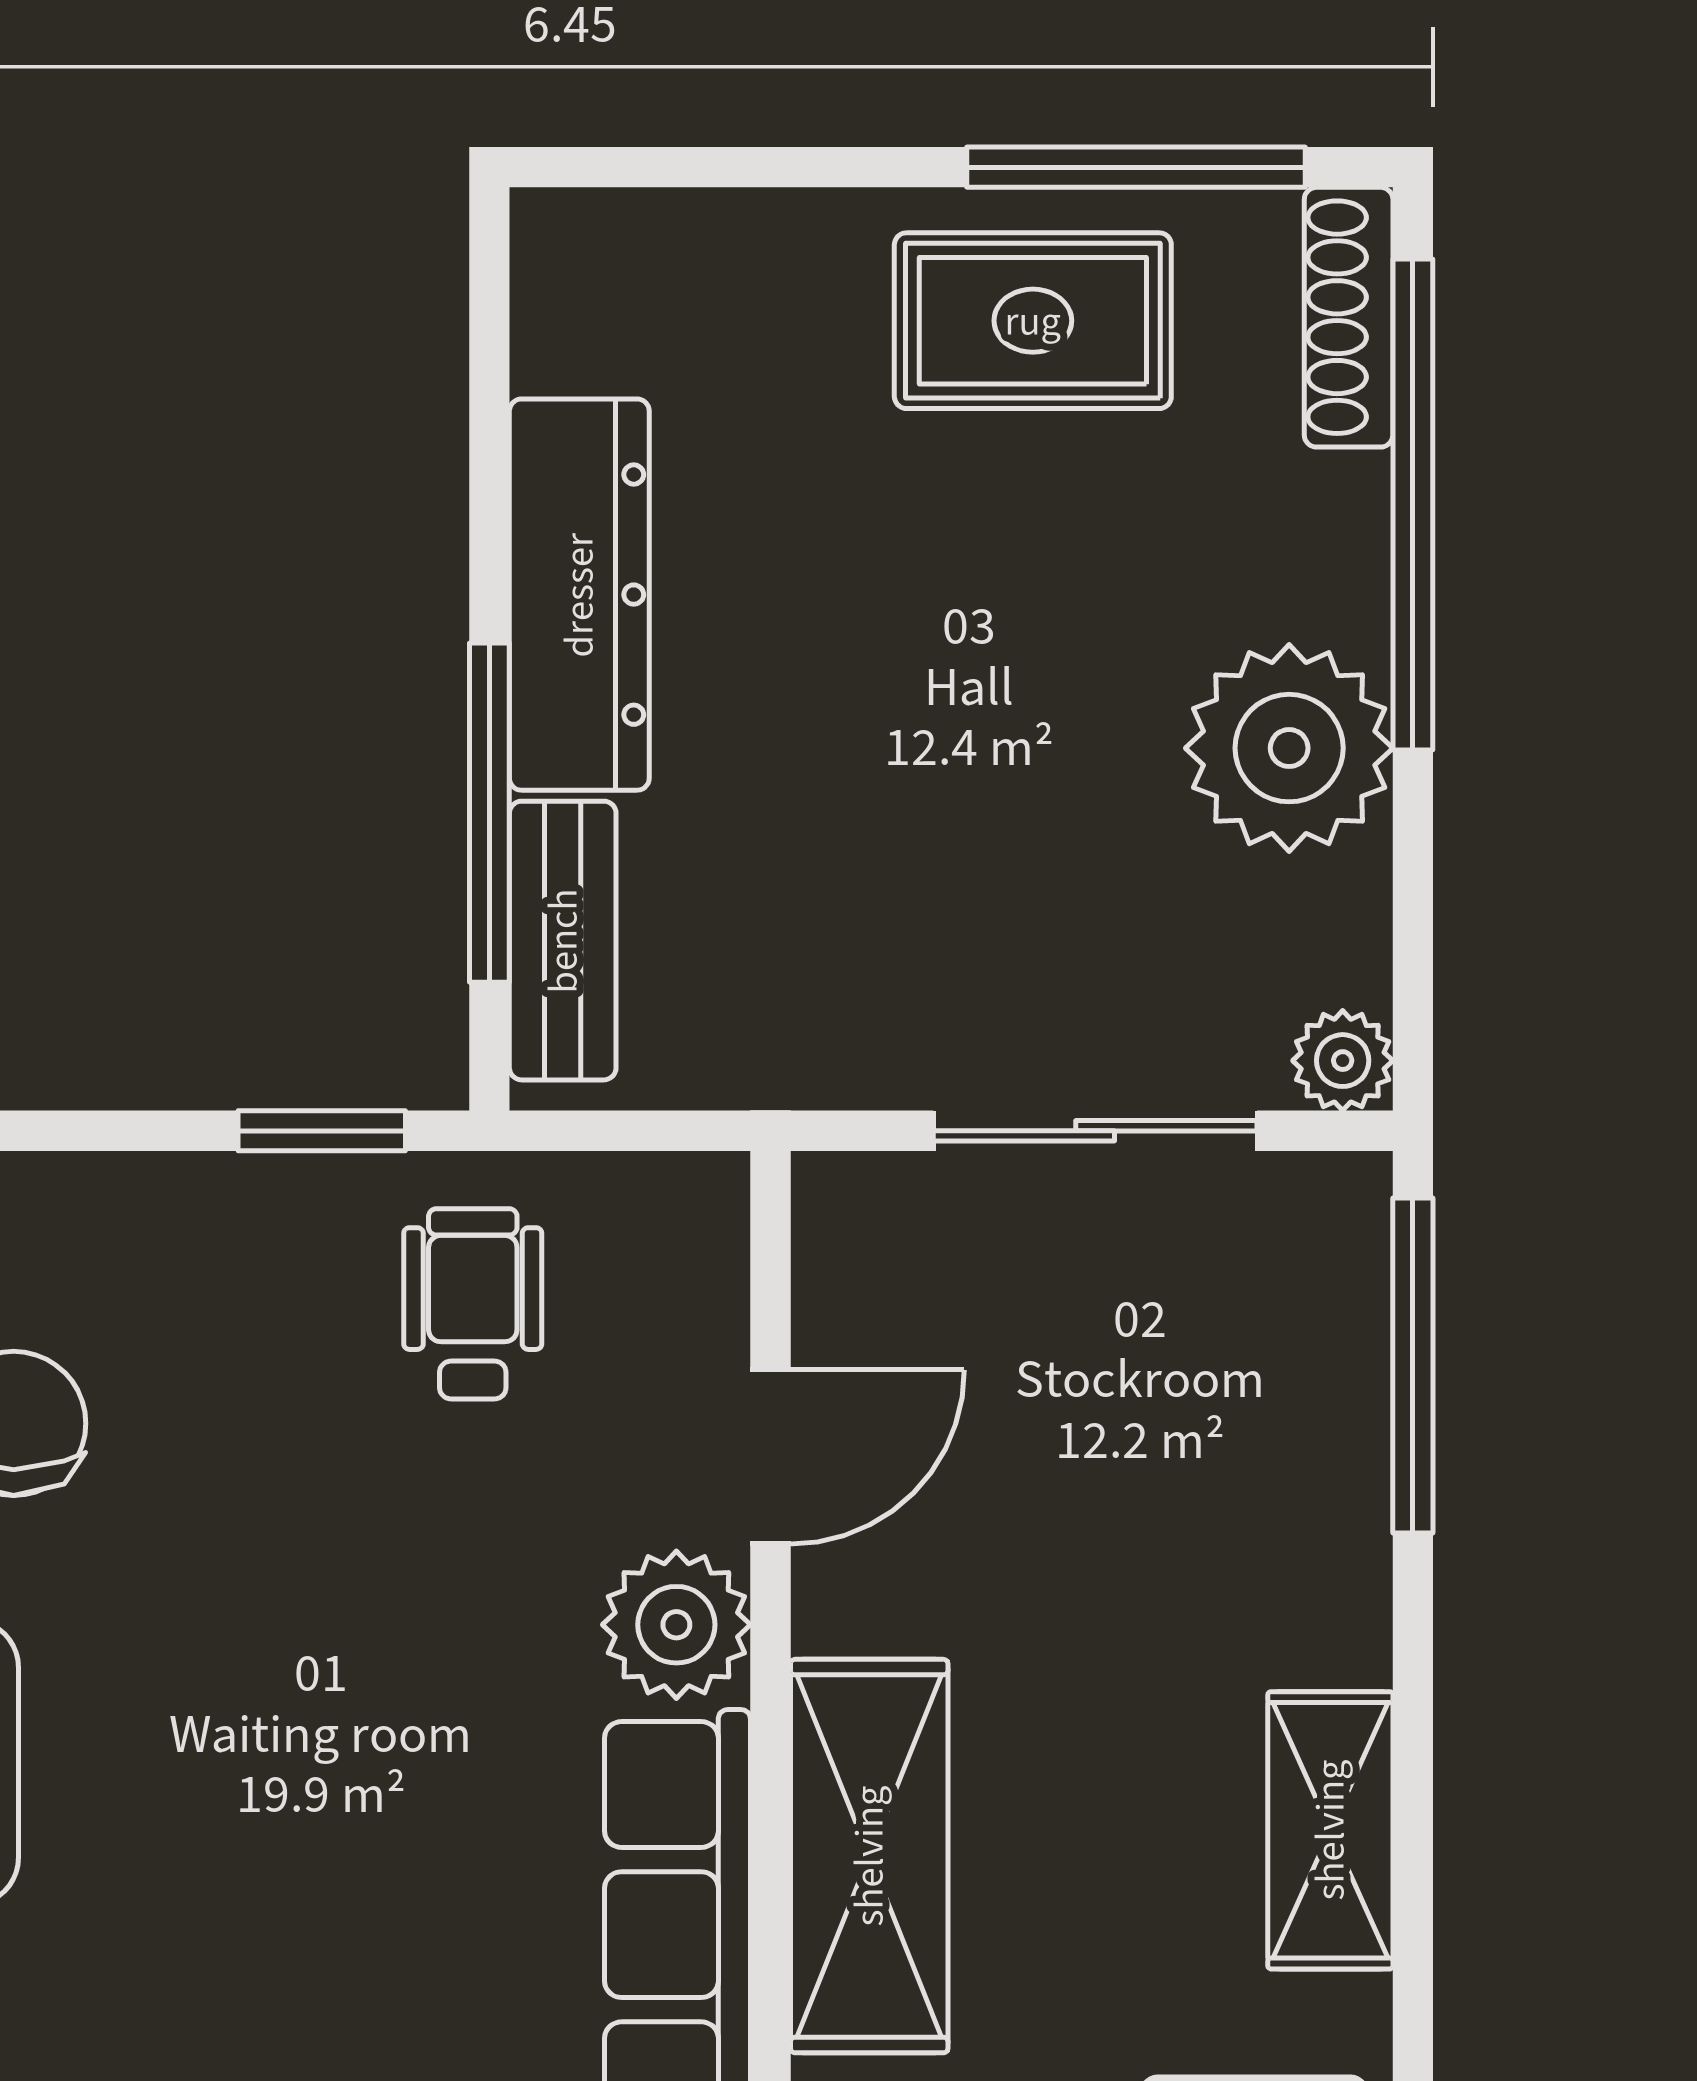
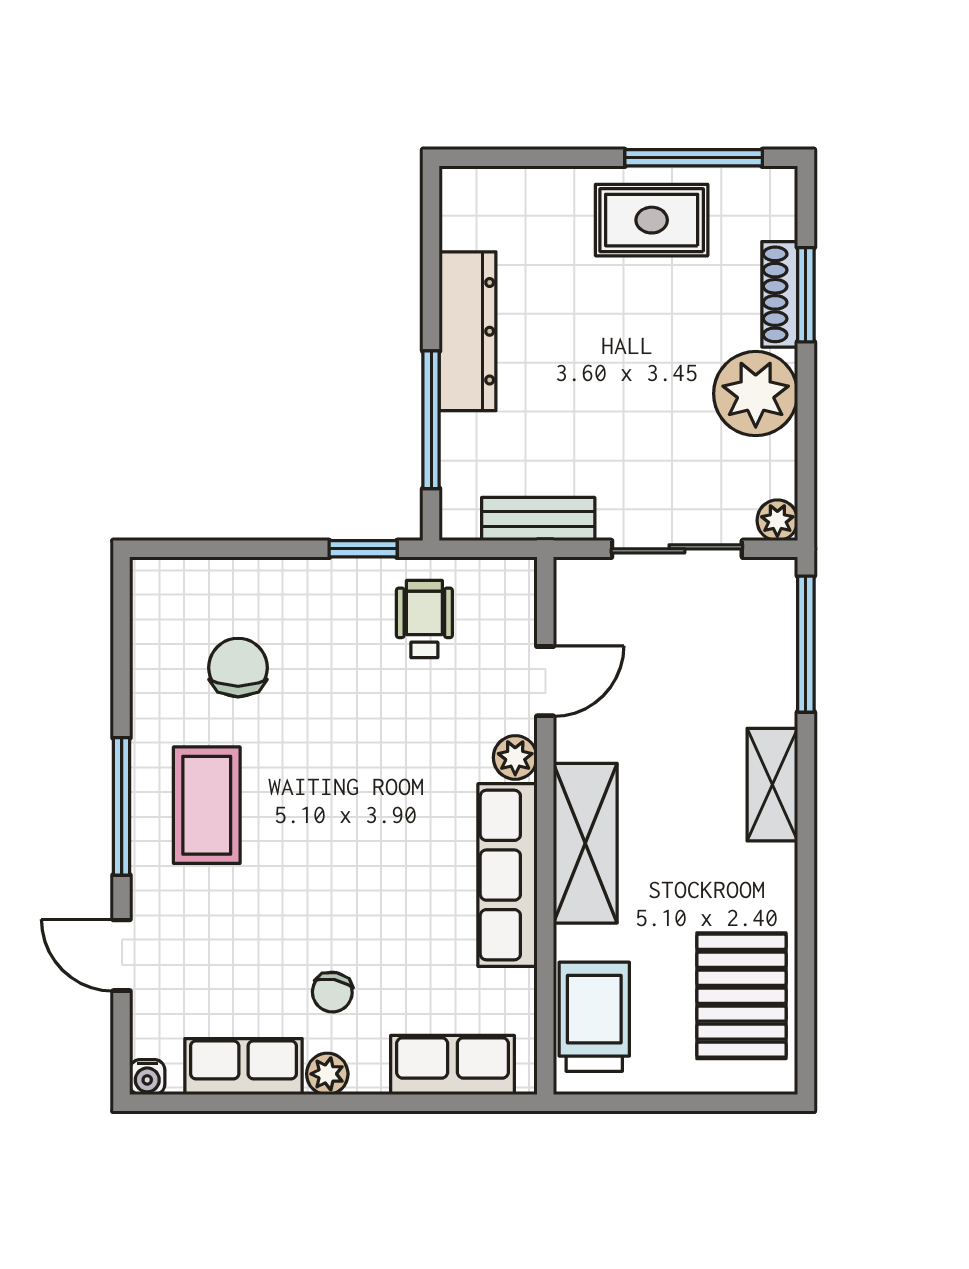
shoe rack: (1349, 317) -> (780, 294), moved
window: (1413, 504) -> (806, 295), width x0.47
bench: (563, 941) -> (538, 519), moved, turned 90
plant: (676, 1625) -> (515, 757), width x0.73, depth x0.73
shelving: (1330, 1830) -> (772, 785), moved

